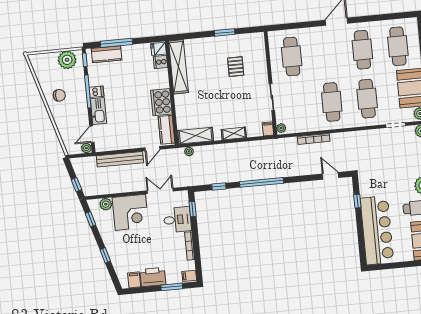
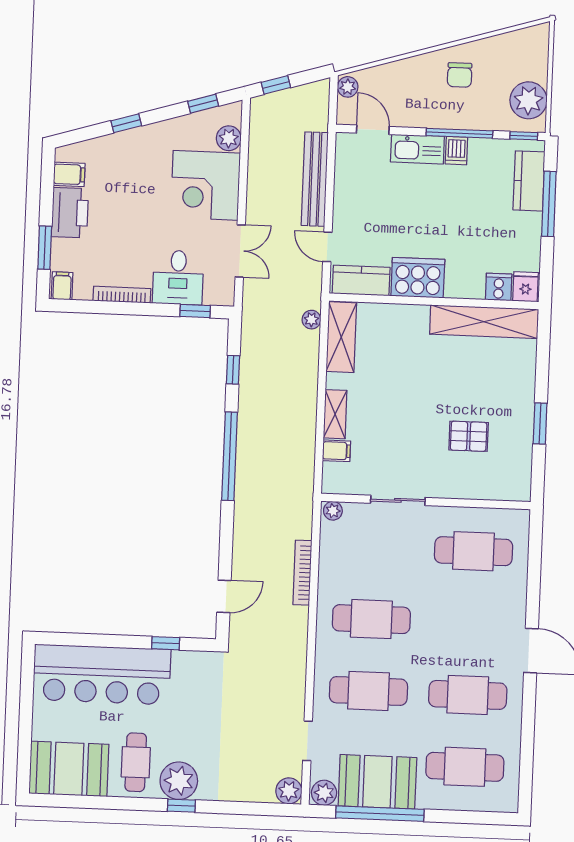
filing cabinet: (268, 129) -> (337, 451), moved
plant: (86, 148) -> (348, 87), moved

